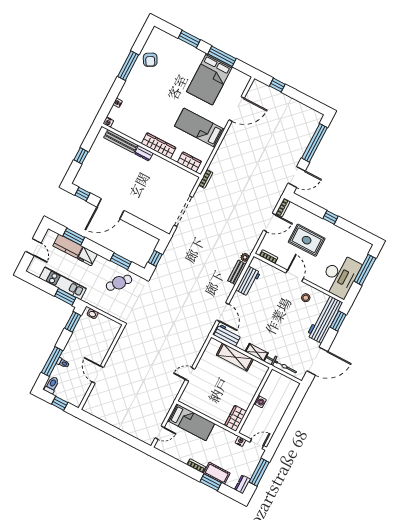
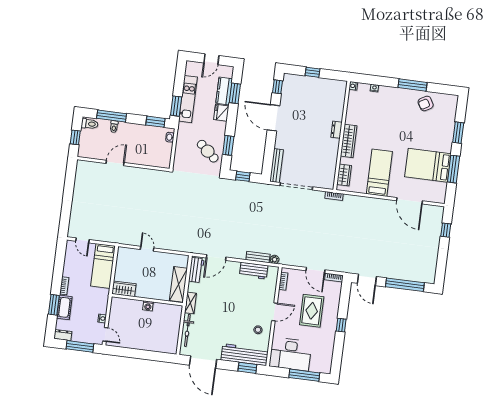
bench: (121, 141) -> (276, 166), moved
wall: (254, 400) -> (147, 300), moved
washing machine: (260, 402) -> (148, 306), moved
wardrobe: (235, 418) -> (124, 289), moved

